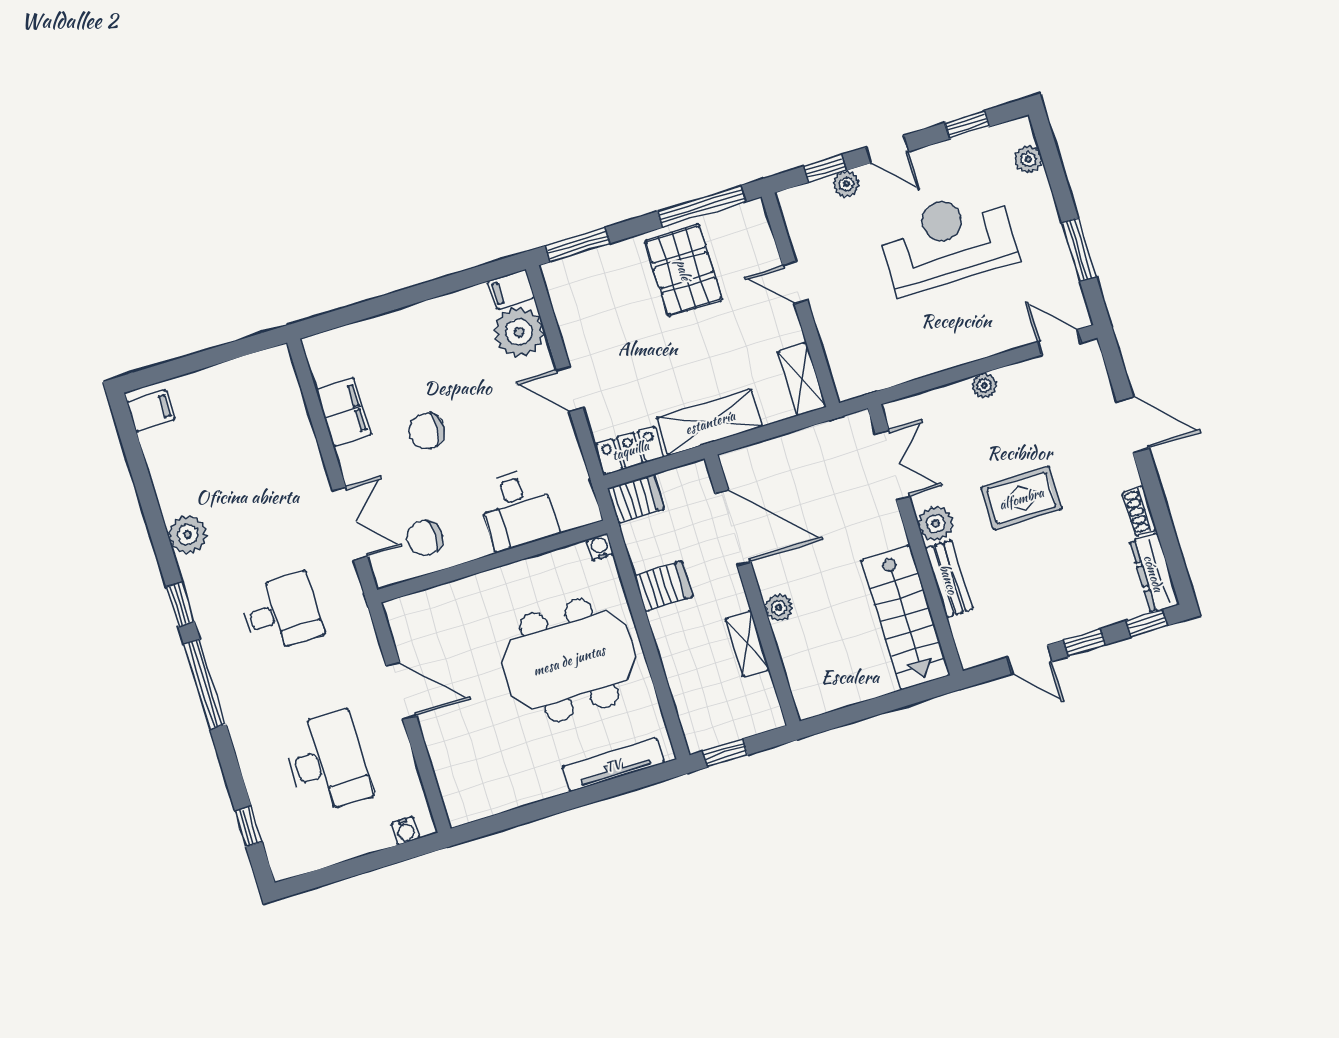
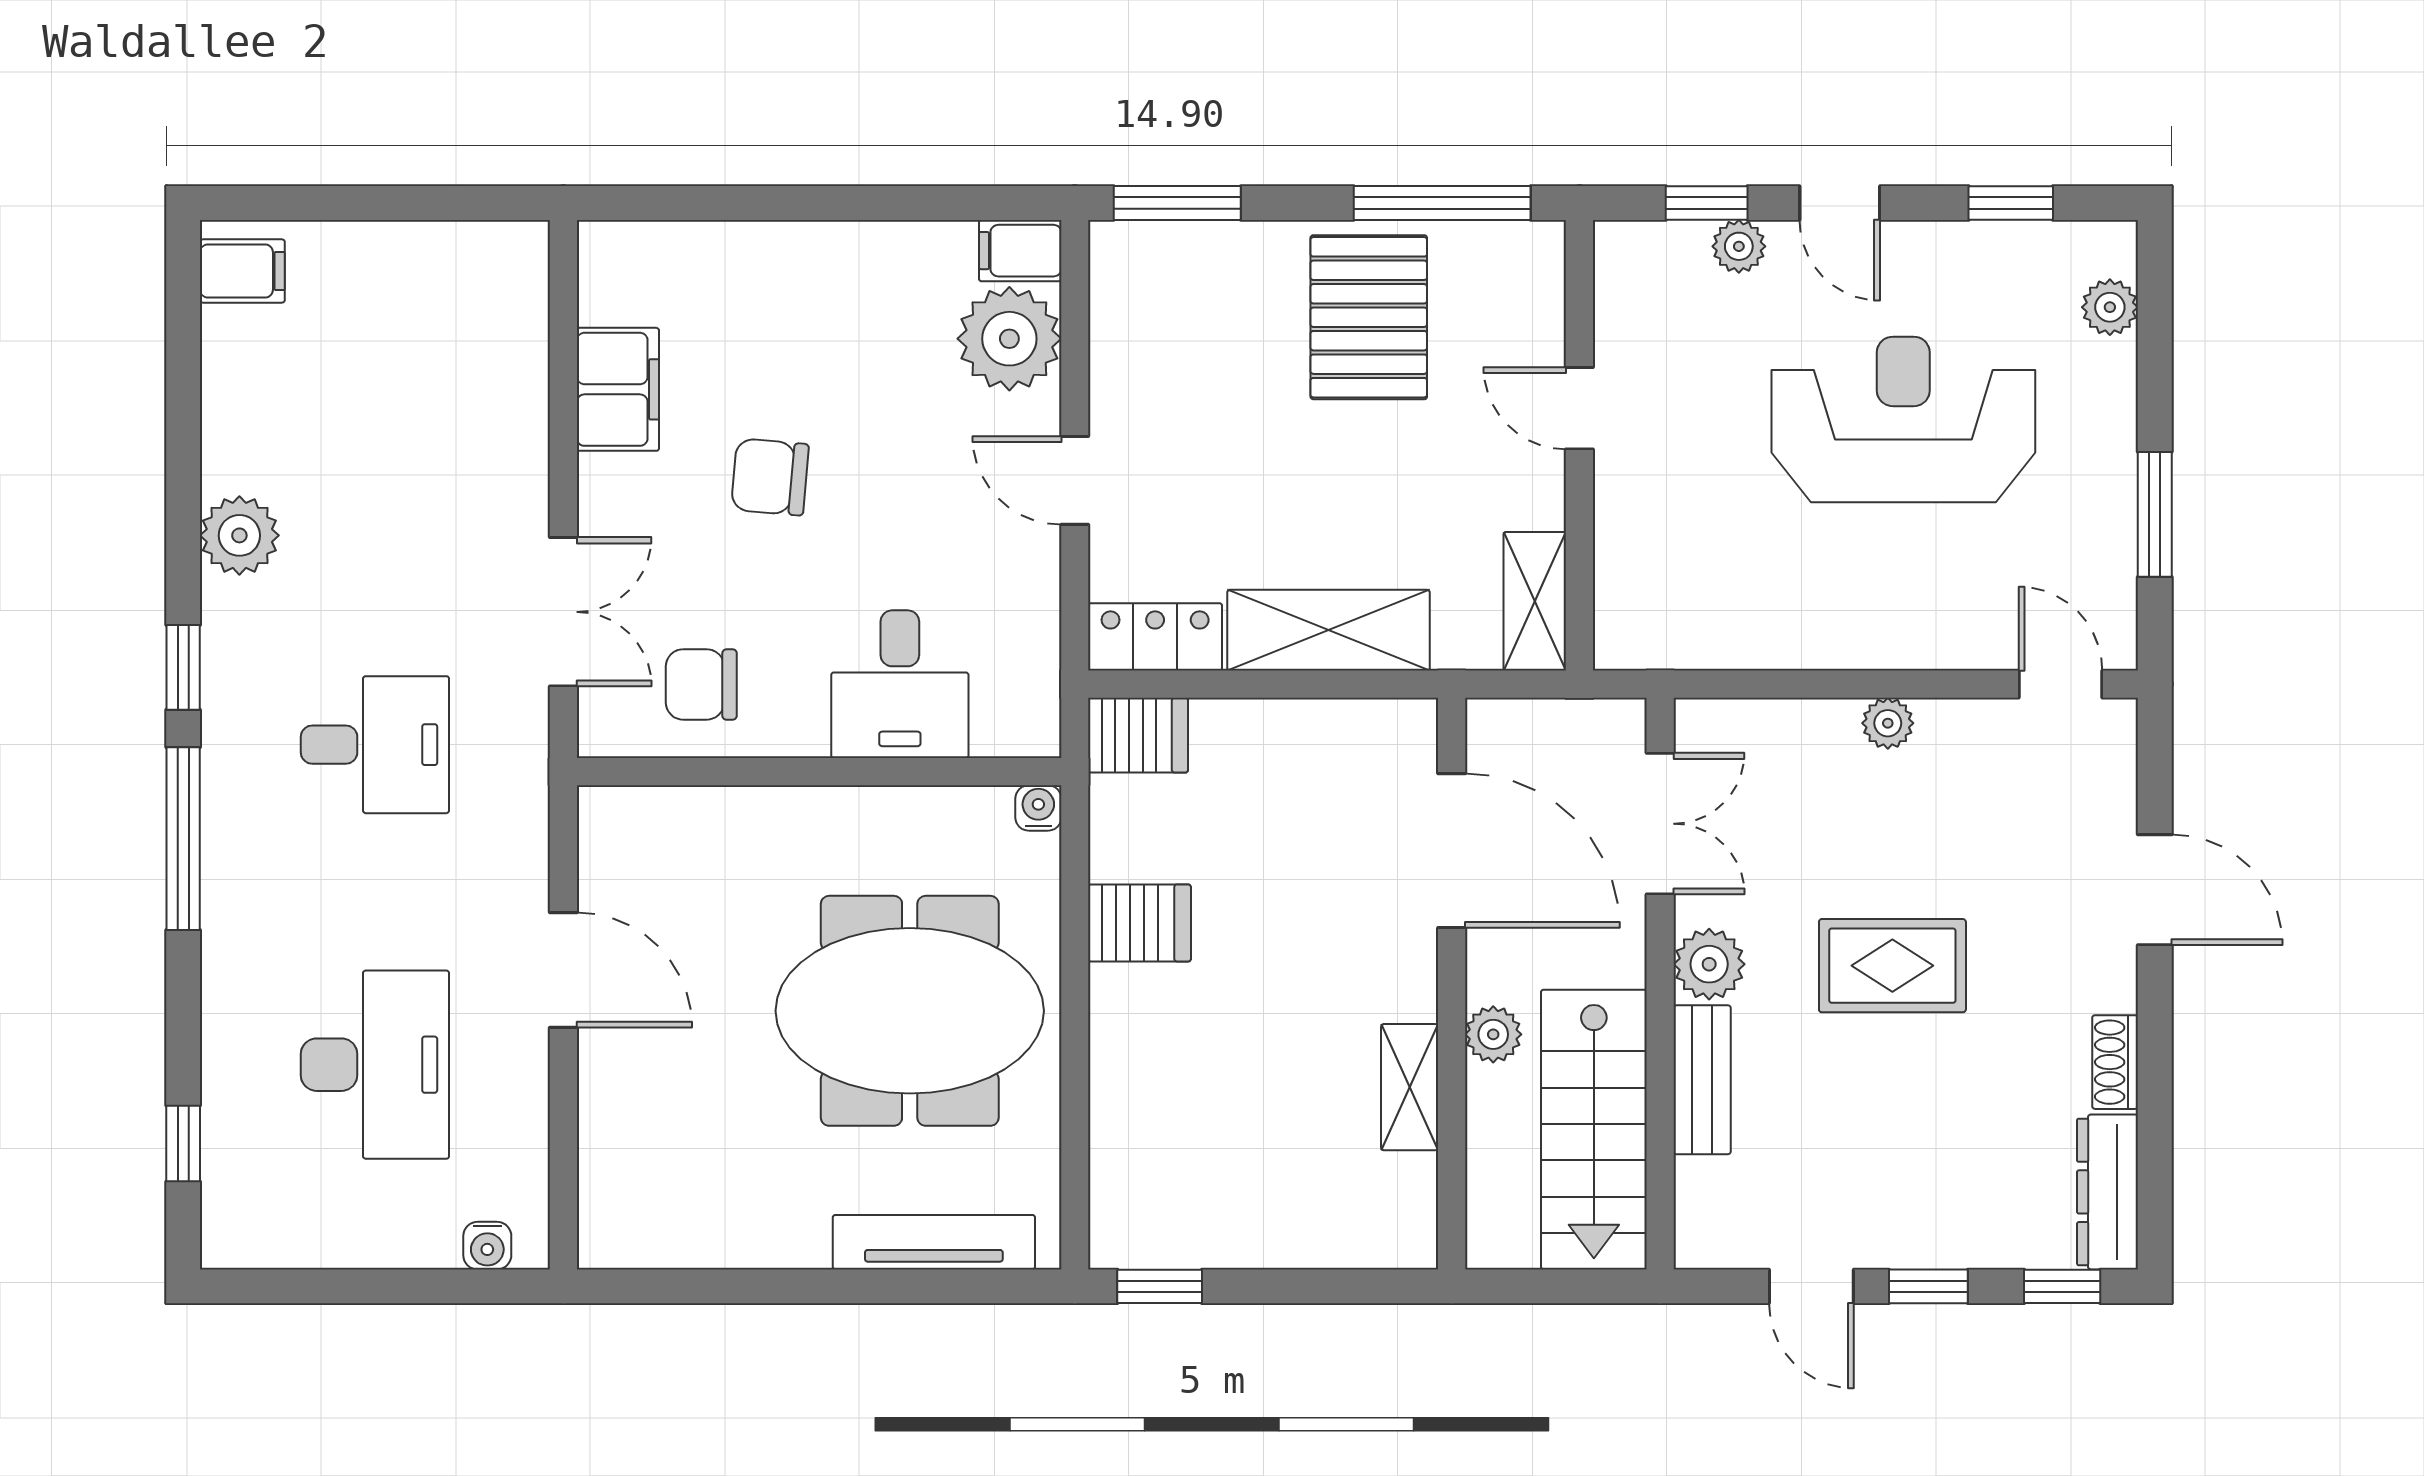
door: (733, 528) -> (1452, 851), moved
wall: (752, 590) -> (1452, 984), moved
plant: (779, 608) -> (1493, 1034), moved
shelving: (747, 644) -> (1410, 1087), moved

